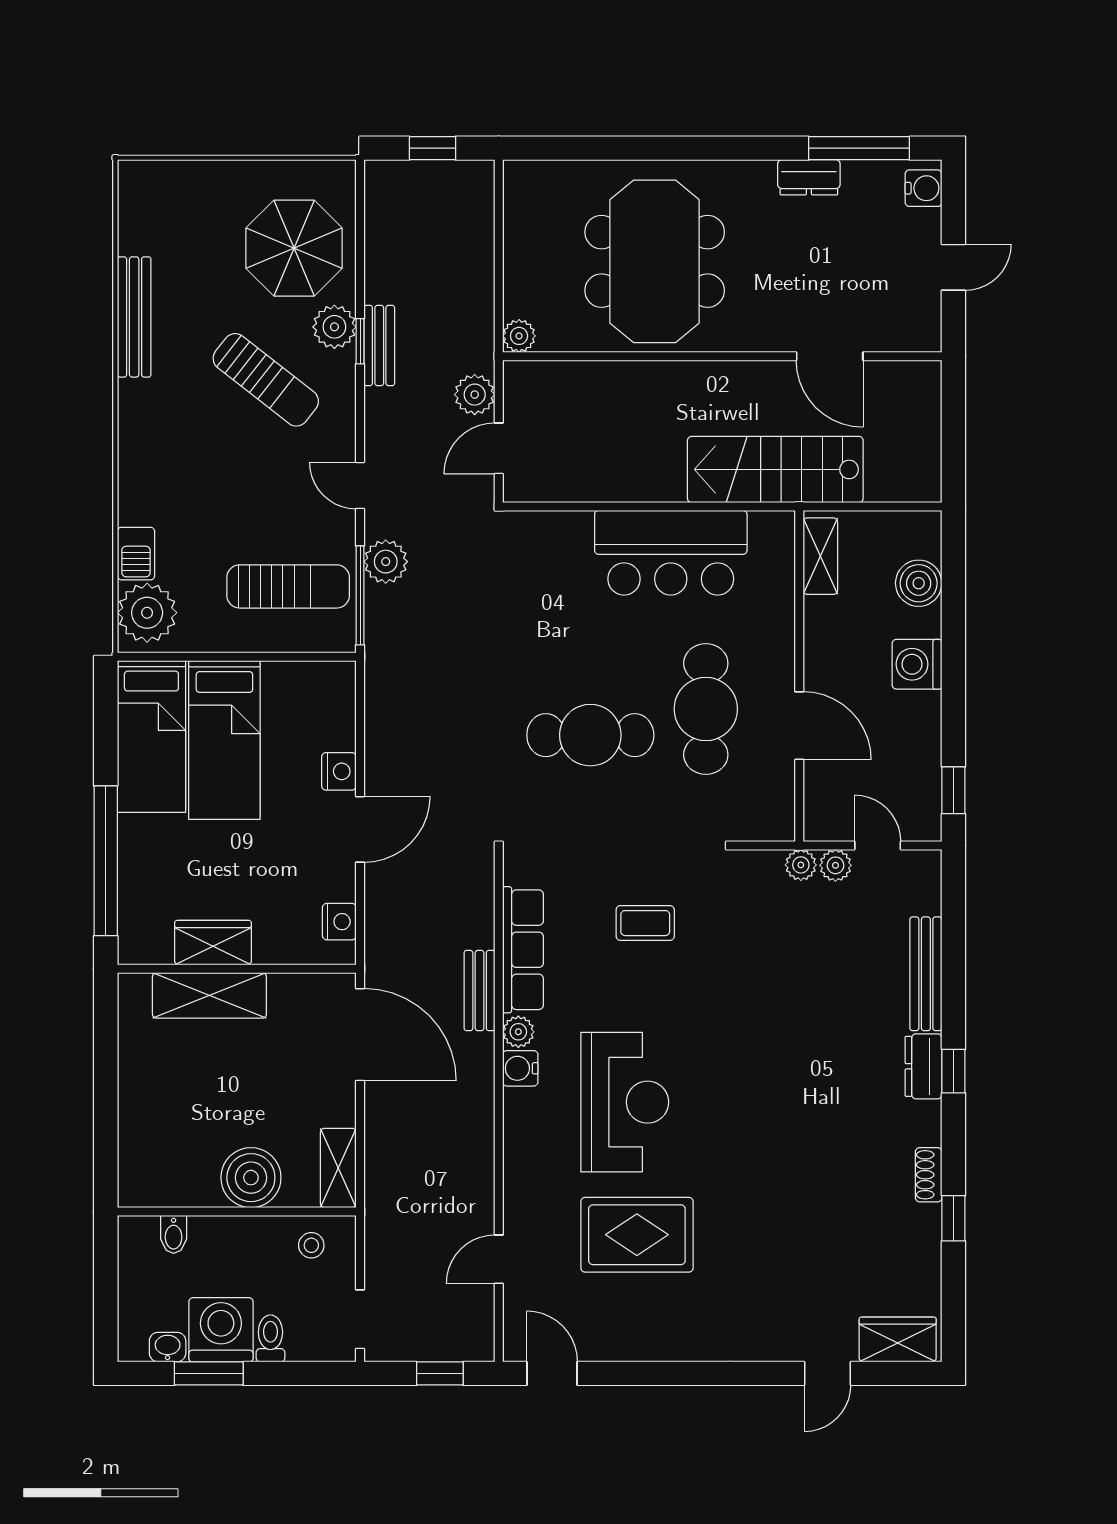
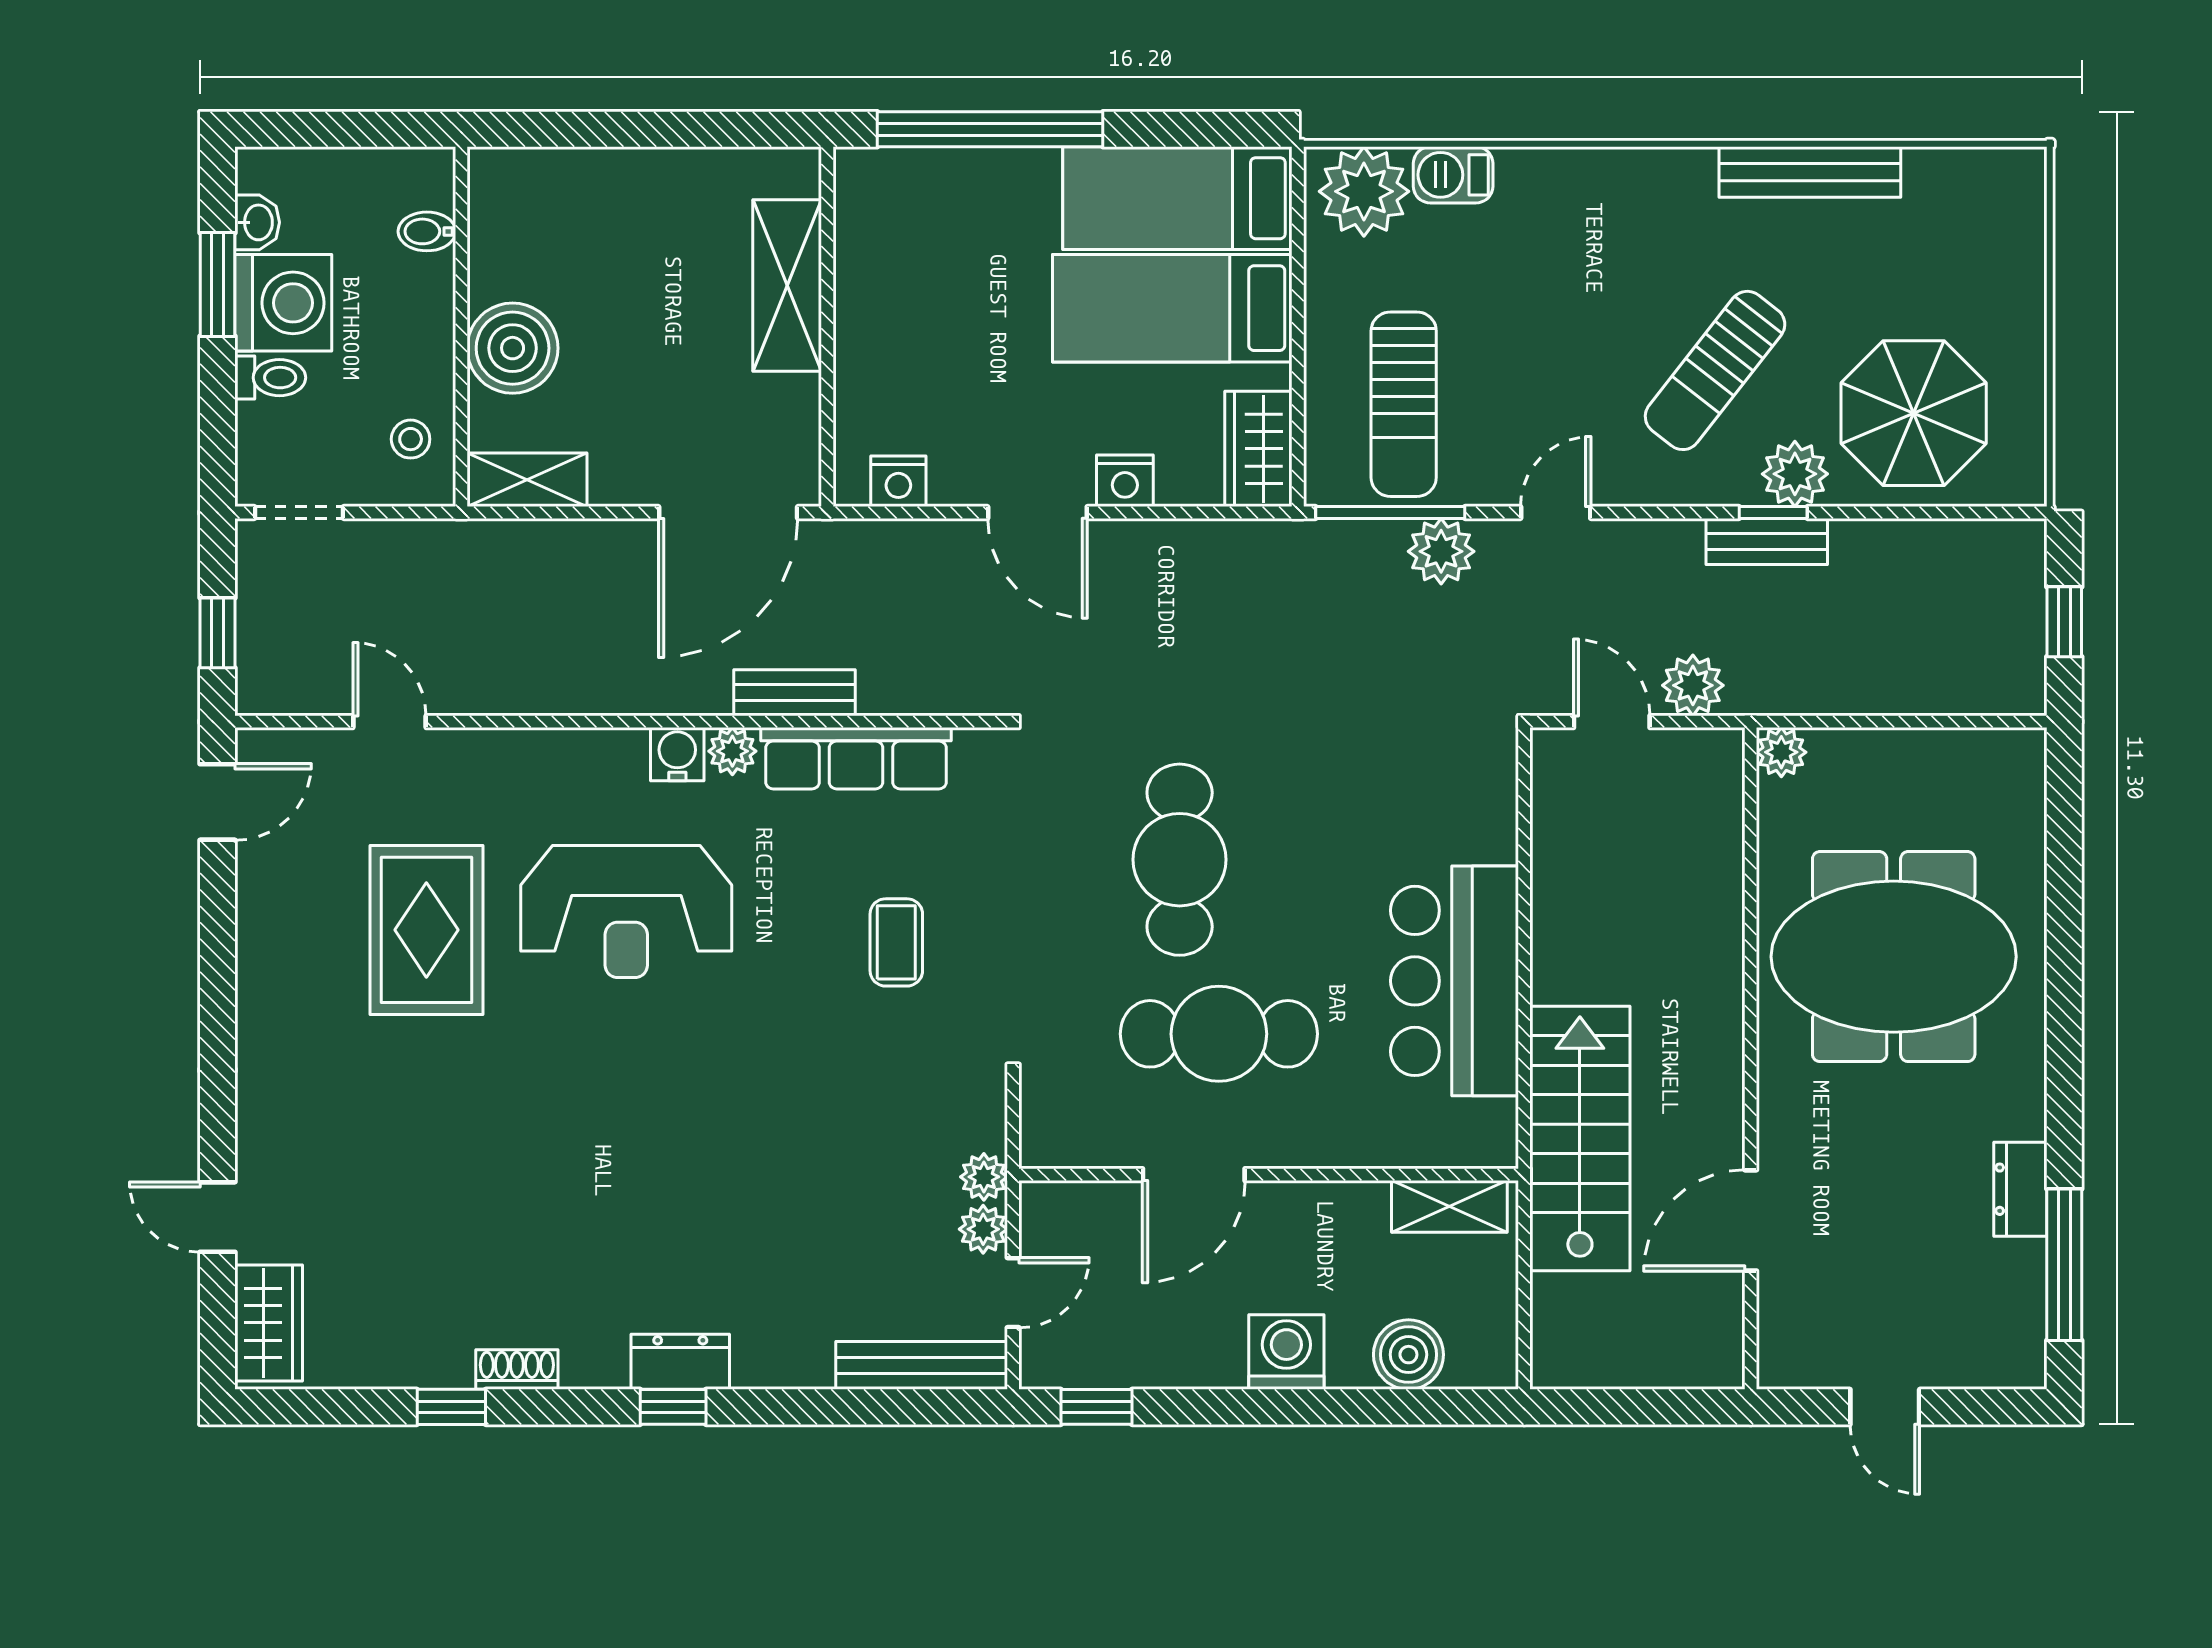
water cooler: (923, 188) -> (2004, 1362), removed
wardrobe: (213, 943) -> (1258, 449), moved, turned 180
bench: (926, 974) -> (922, 1365), moved

